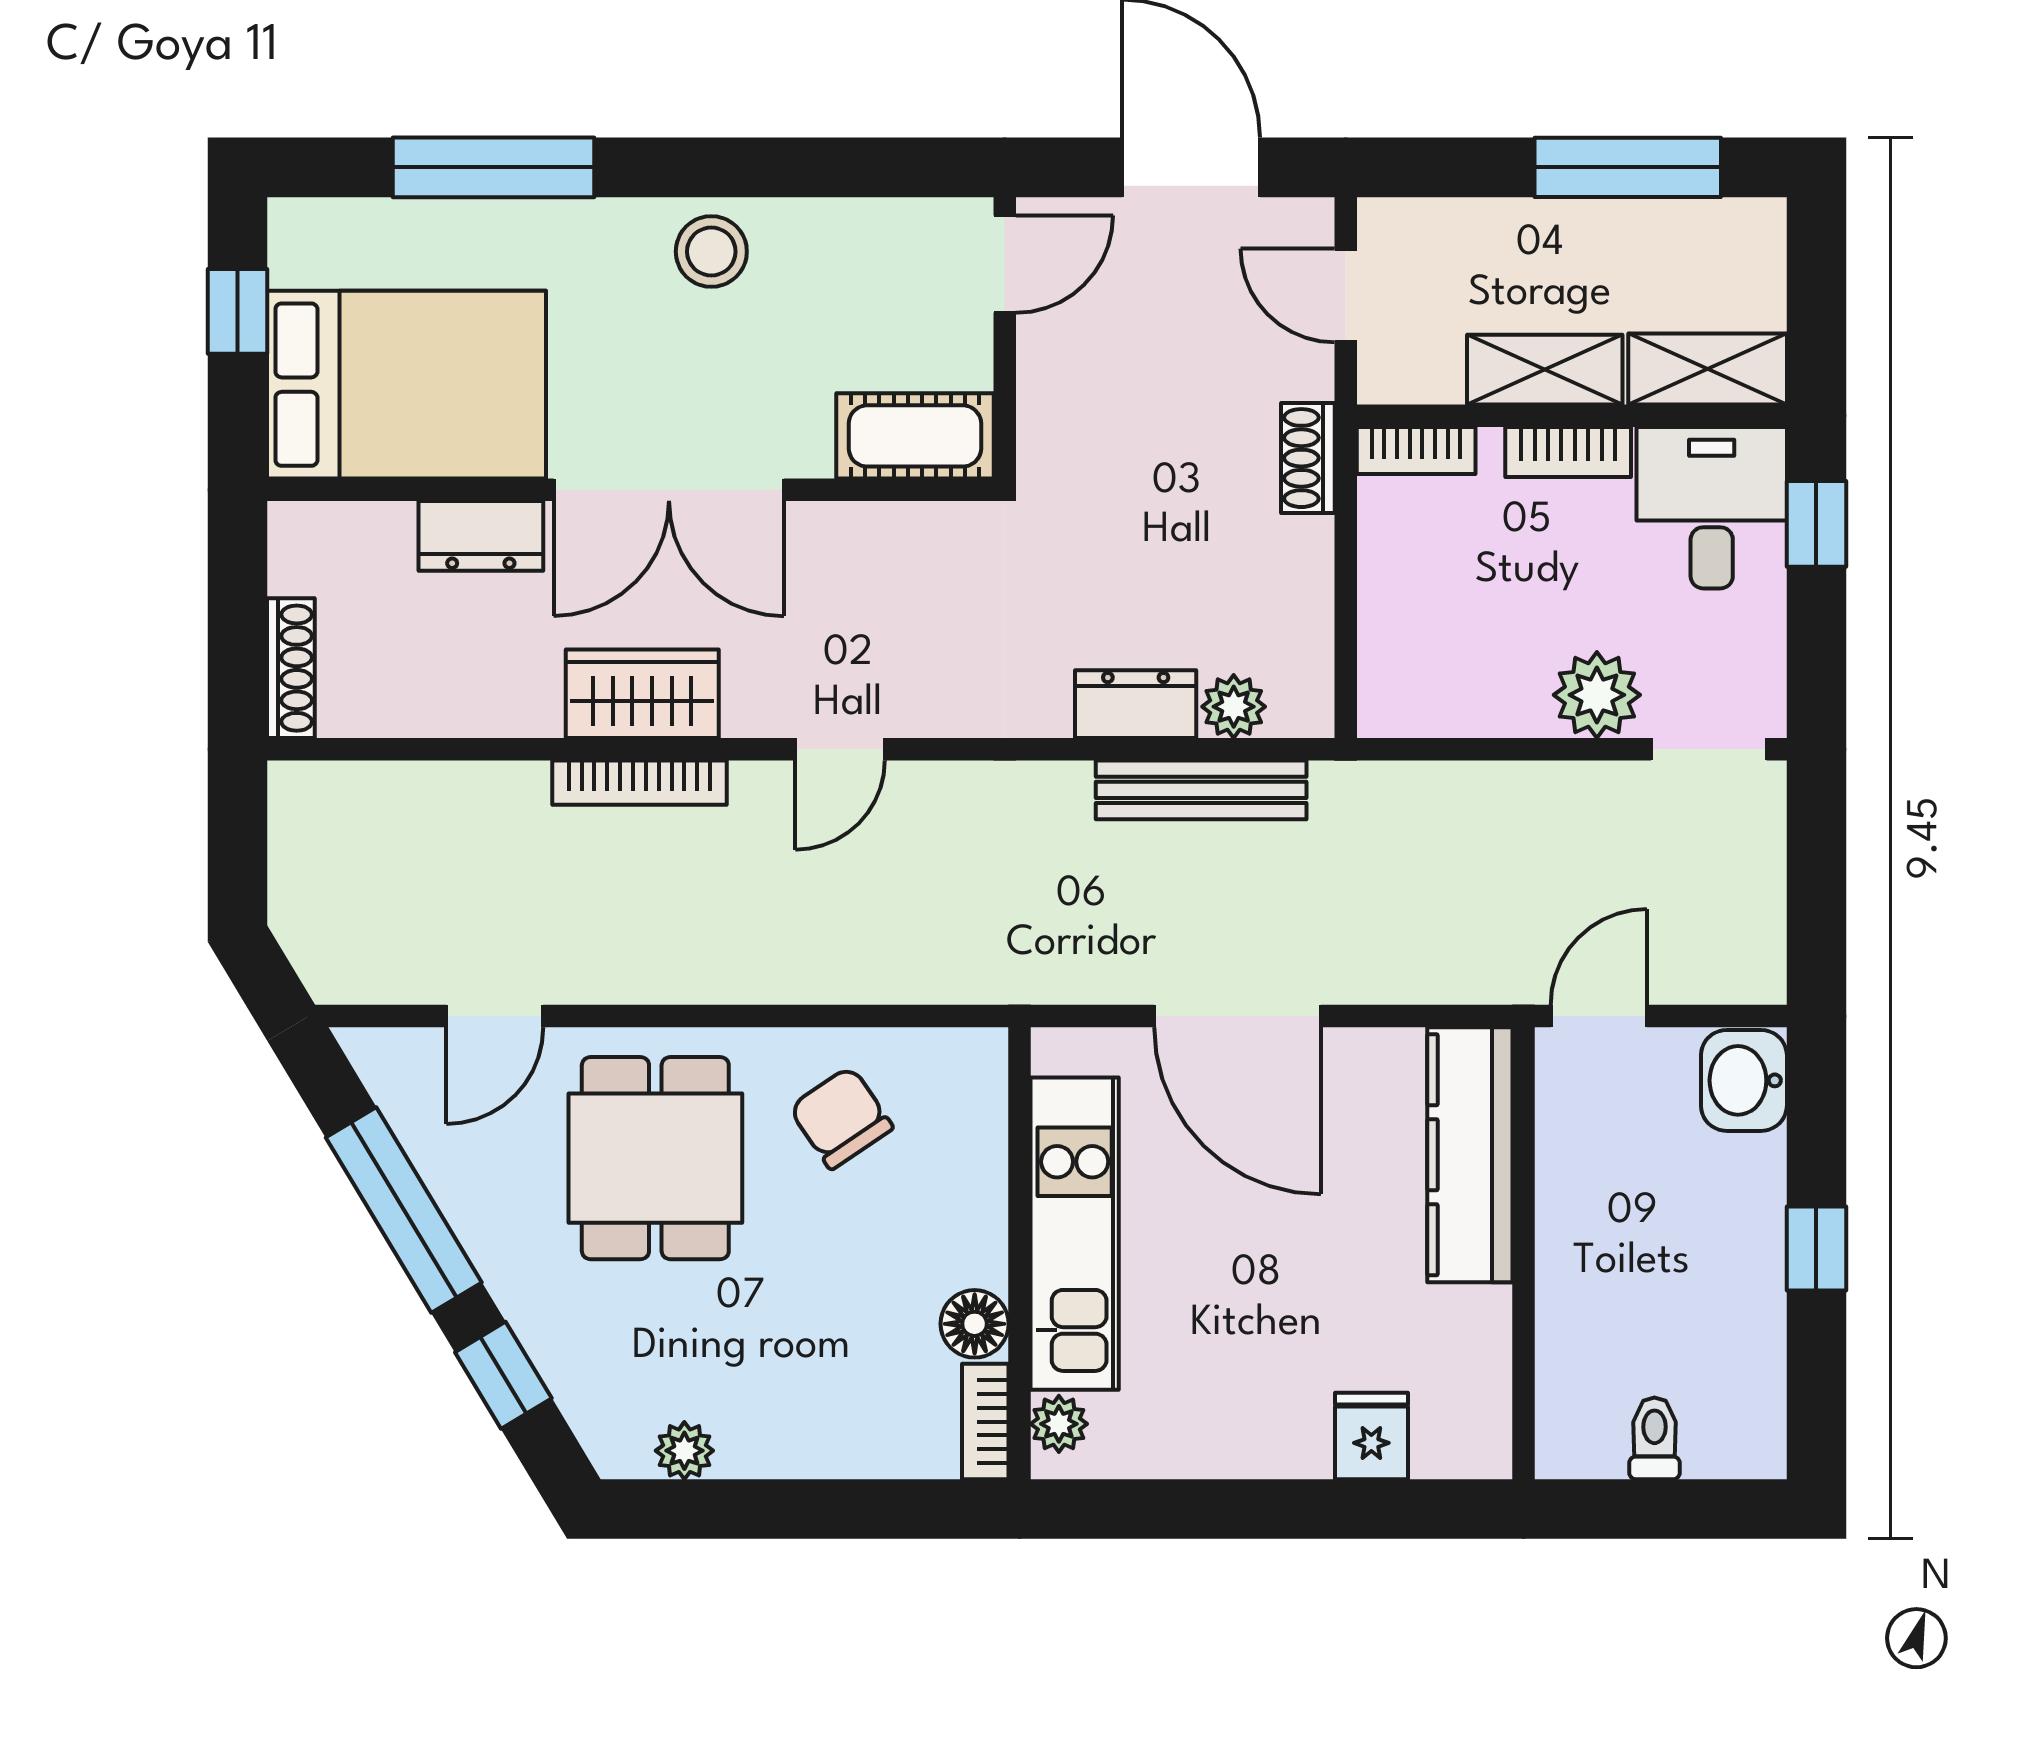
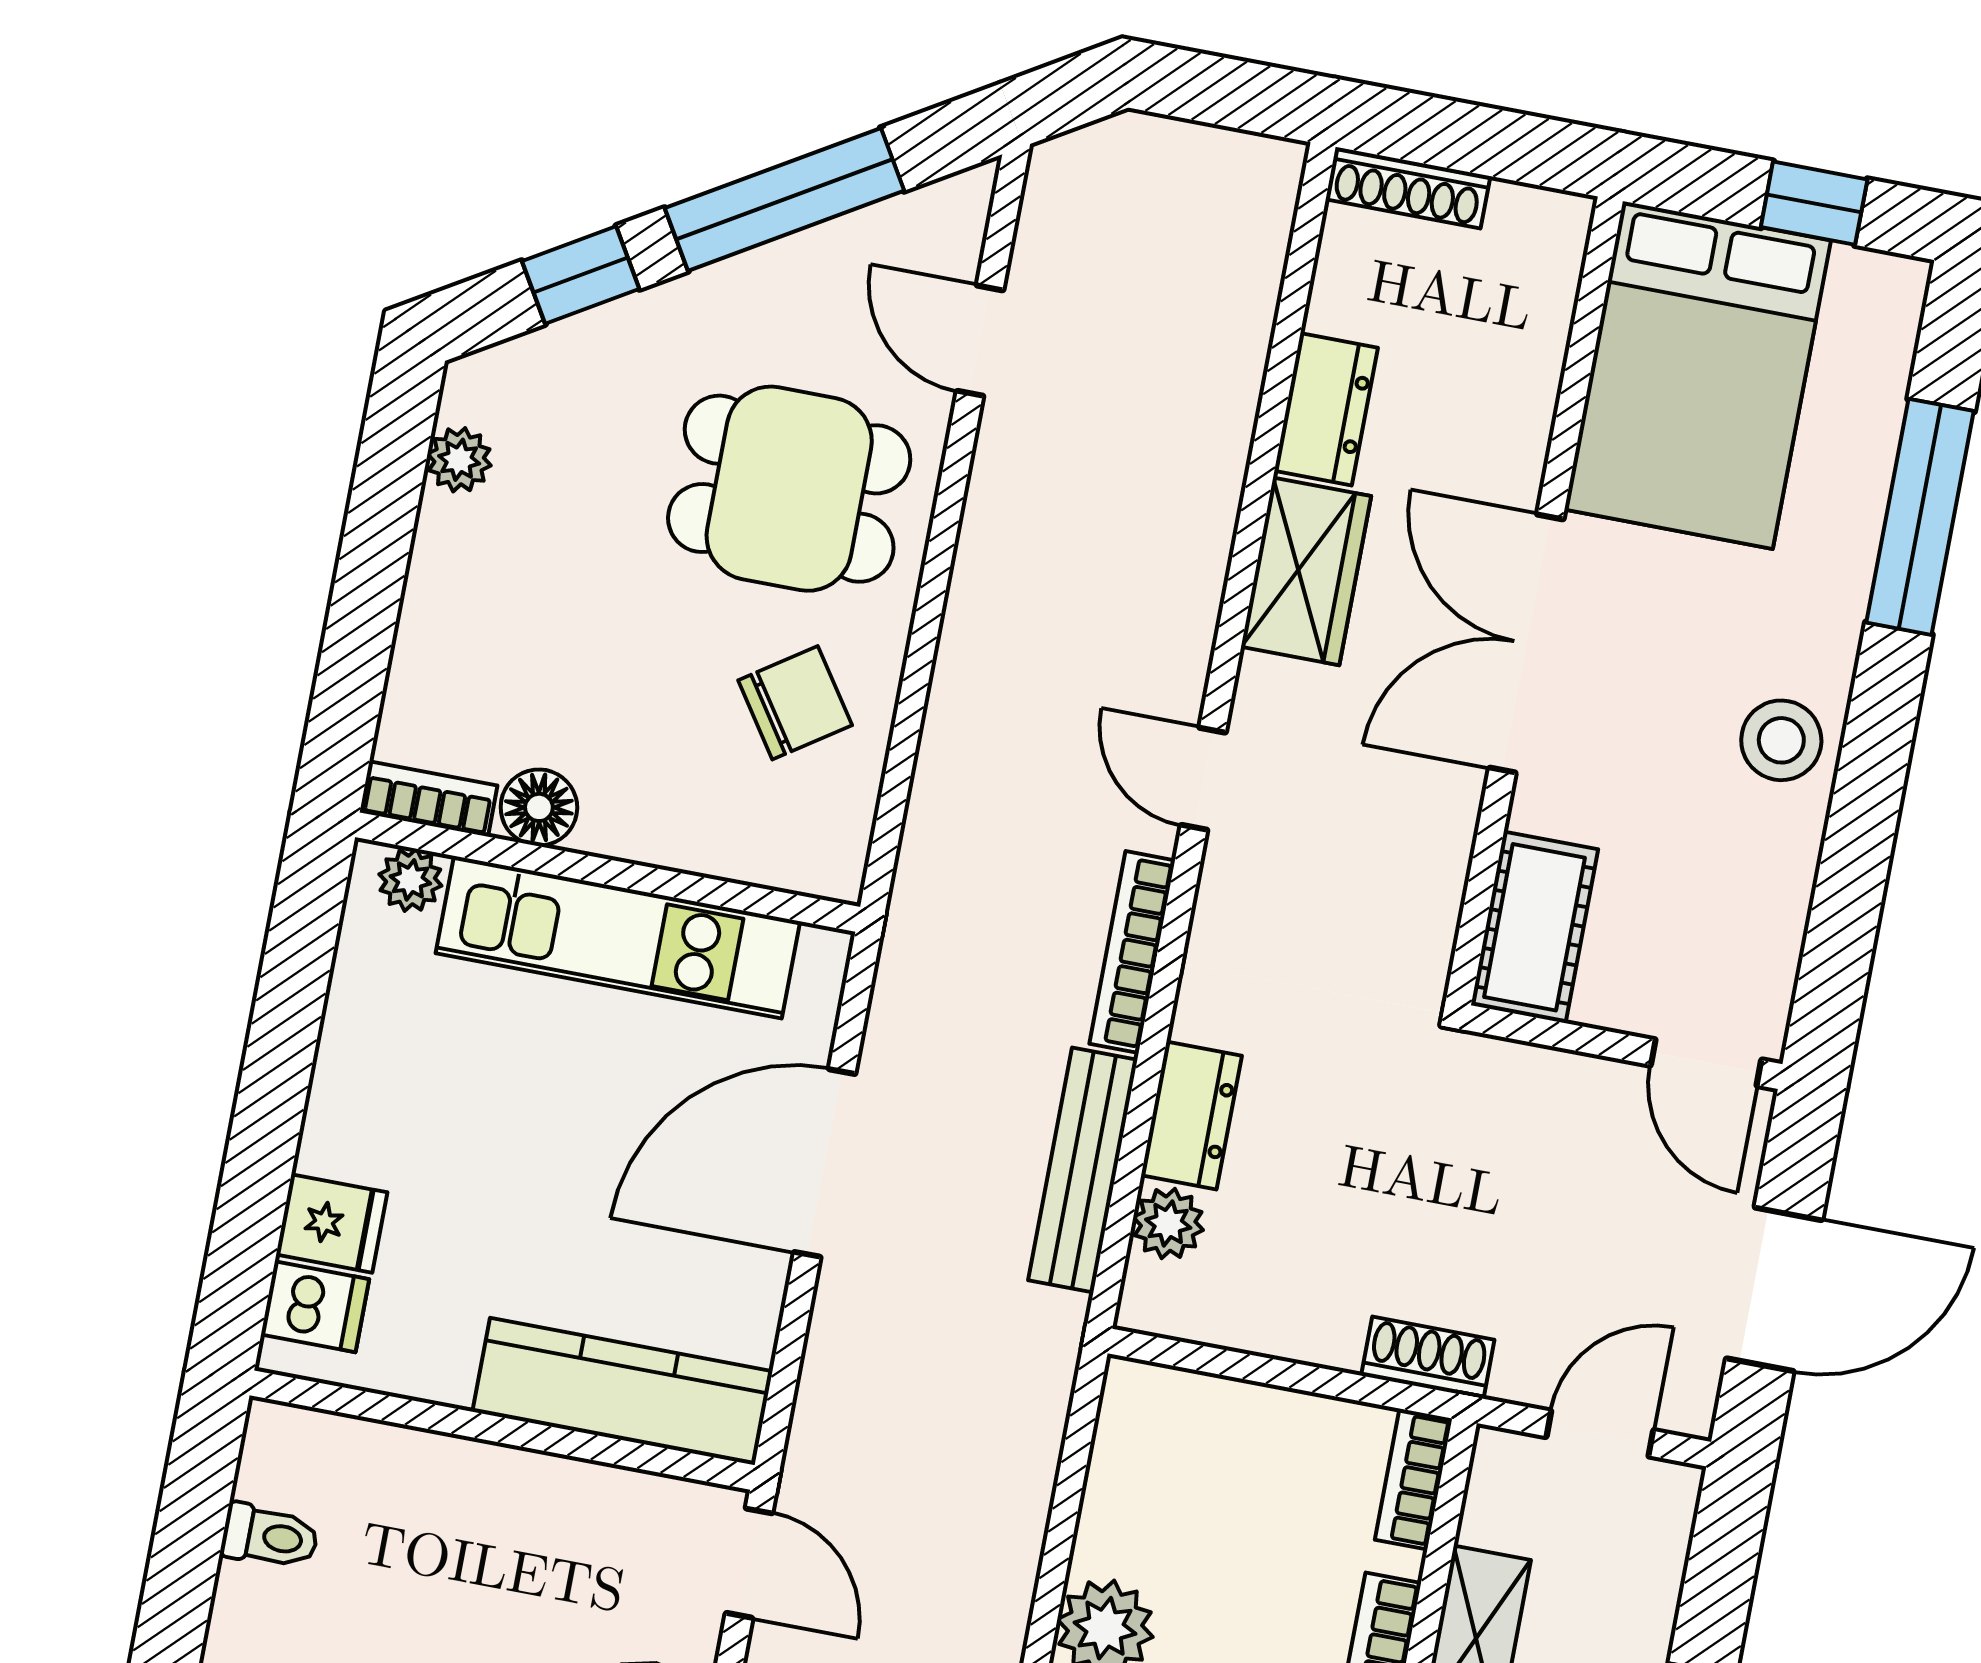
dresser: (481, 536) -> (1326, 409), moved, turned 180
bookcase: (639, 783) -> (1132, 952), moved
dishwasher: (1447, 1437) -> (315, 1307), added

